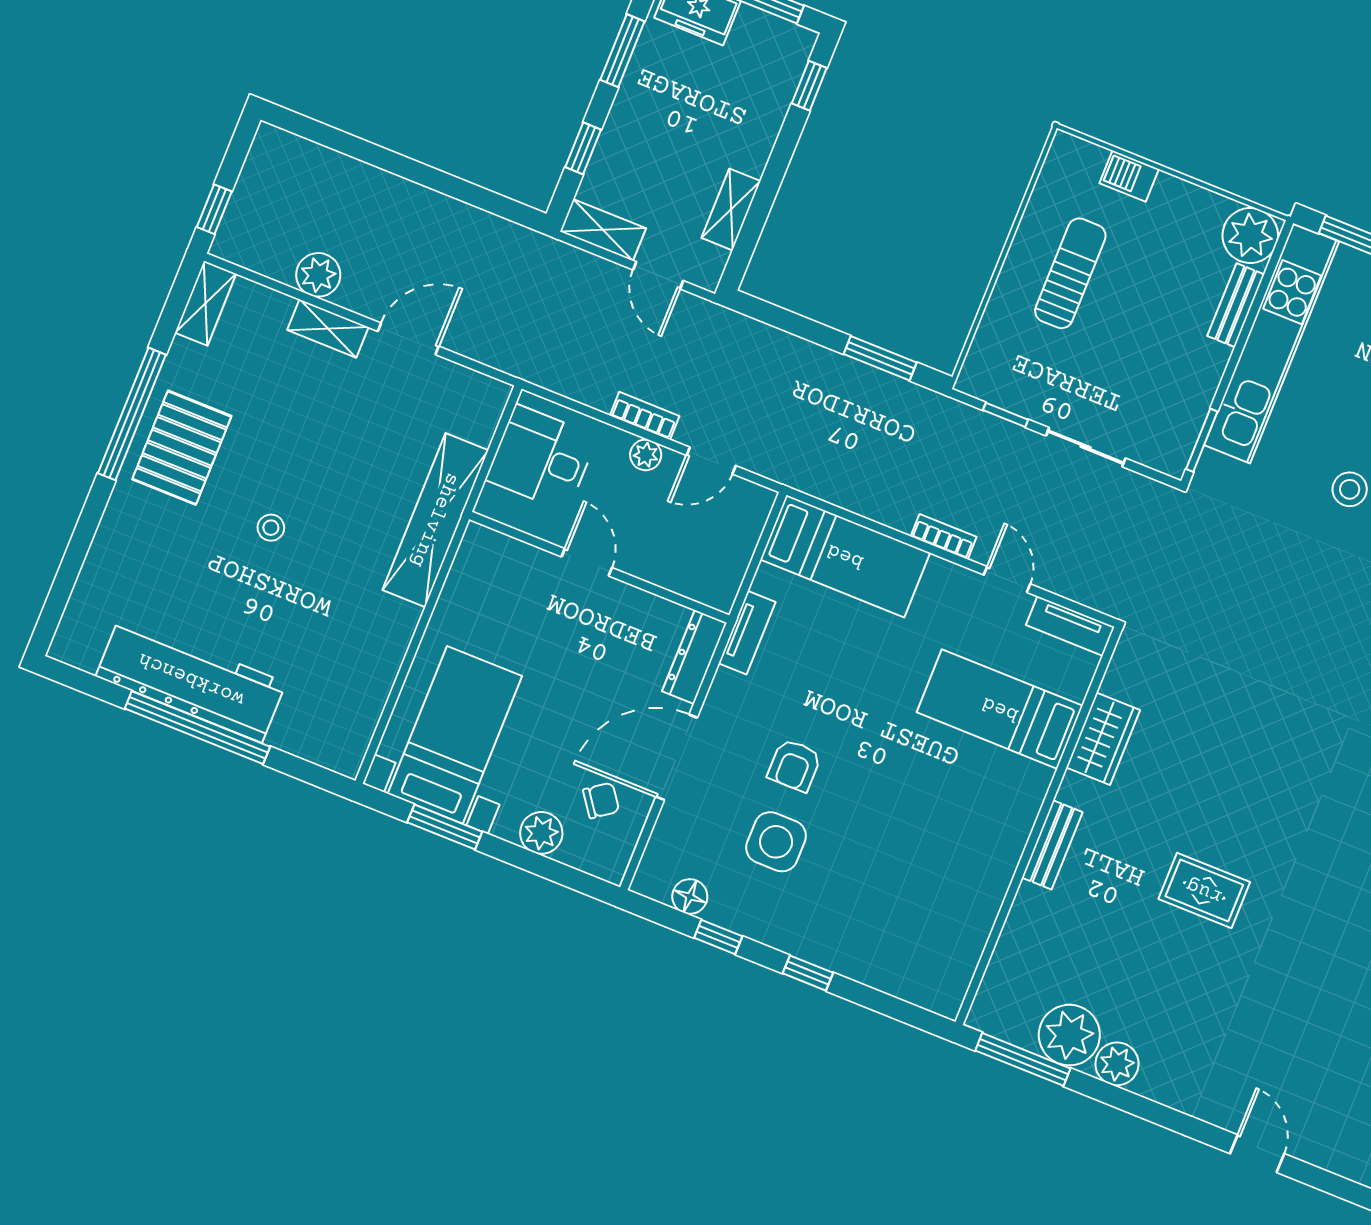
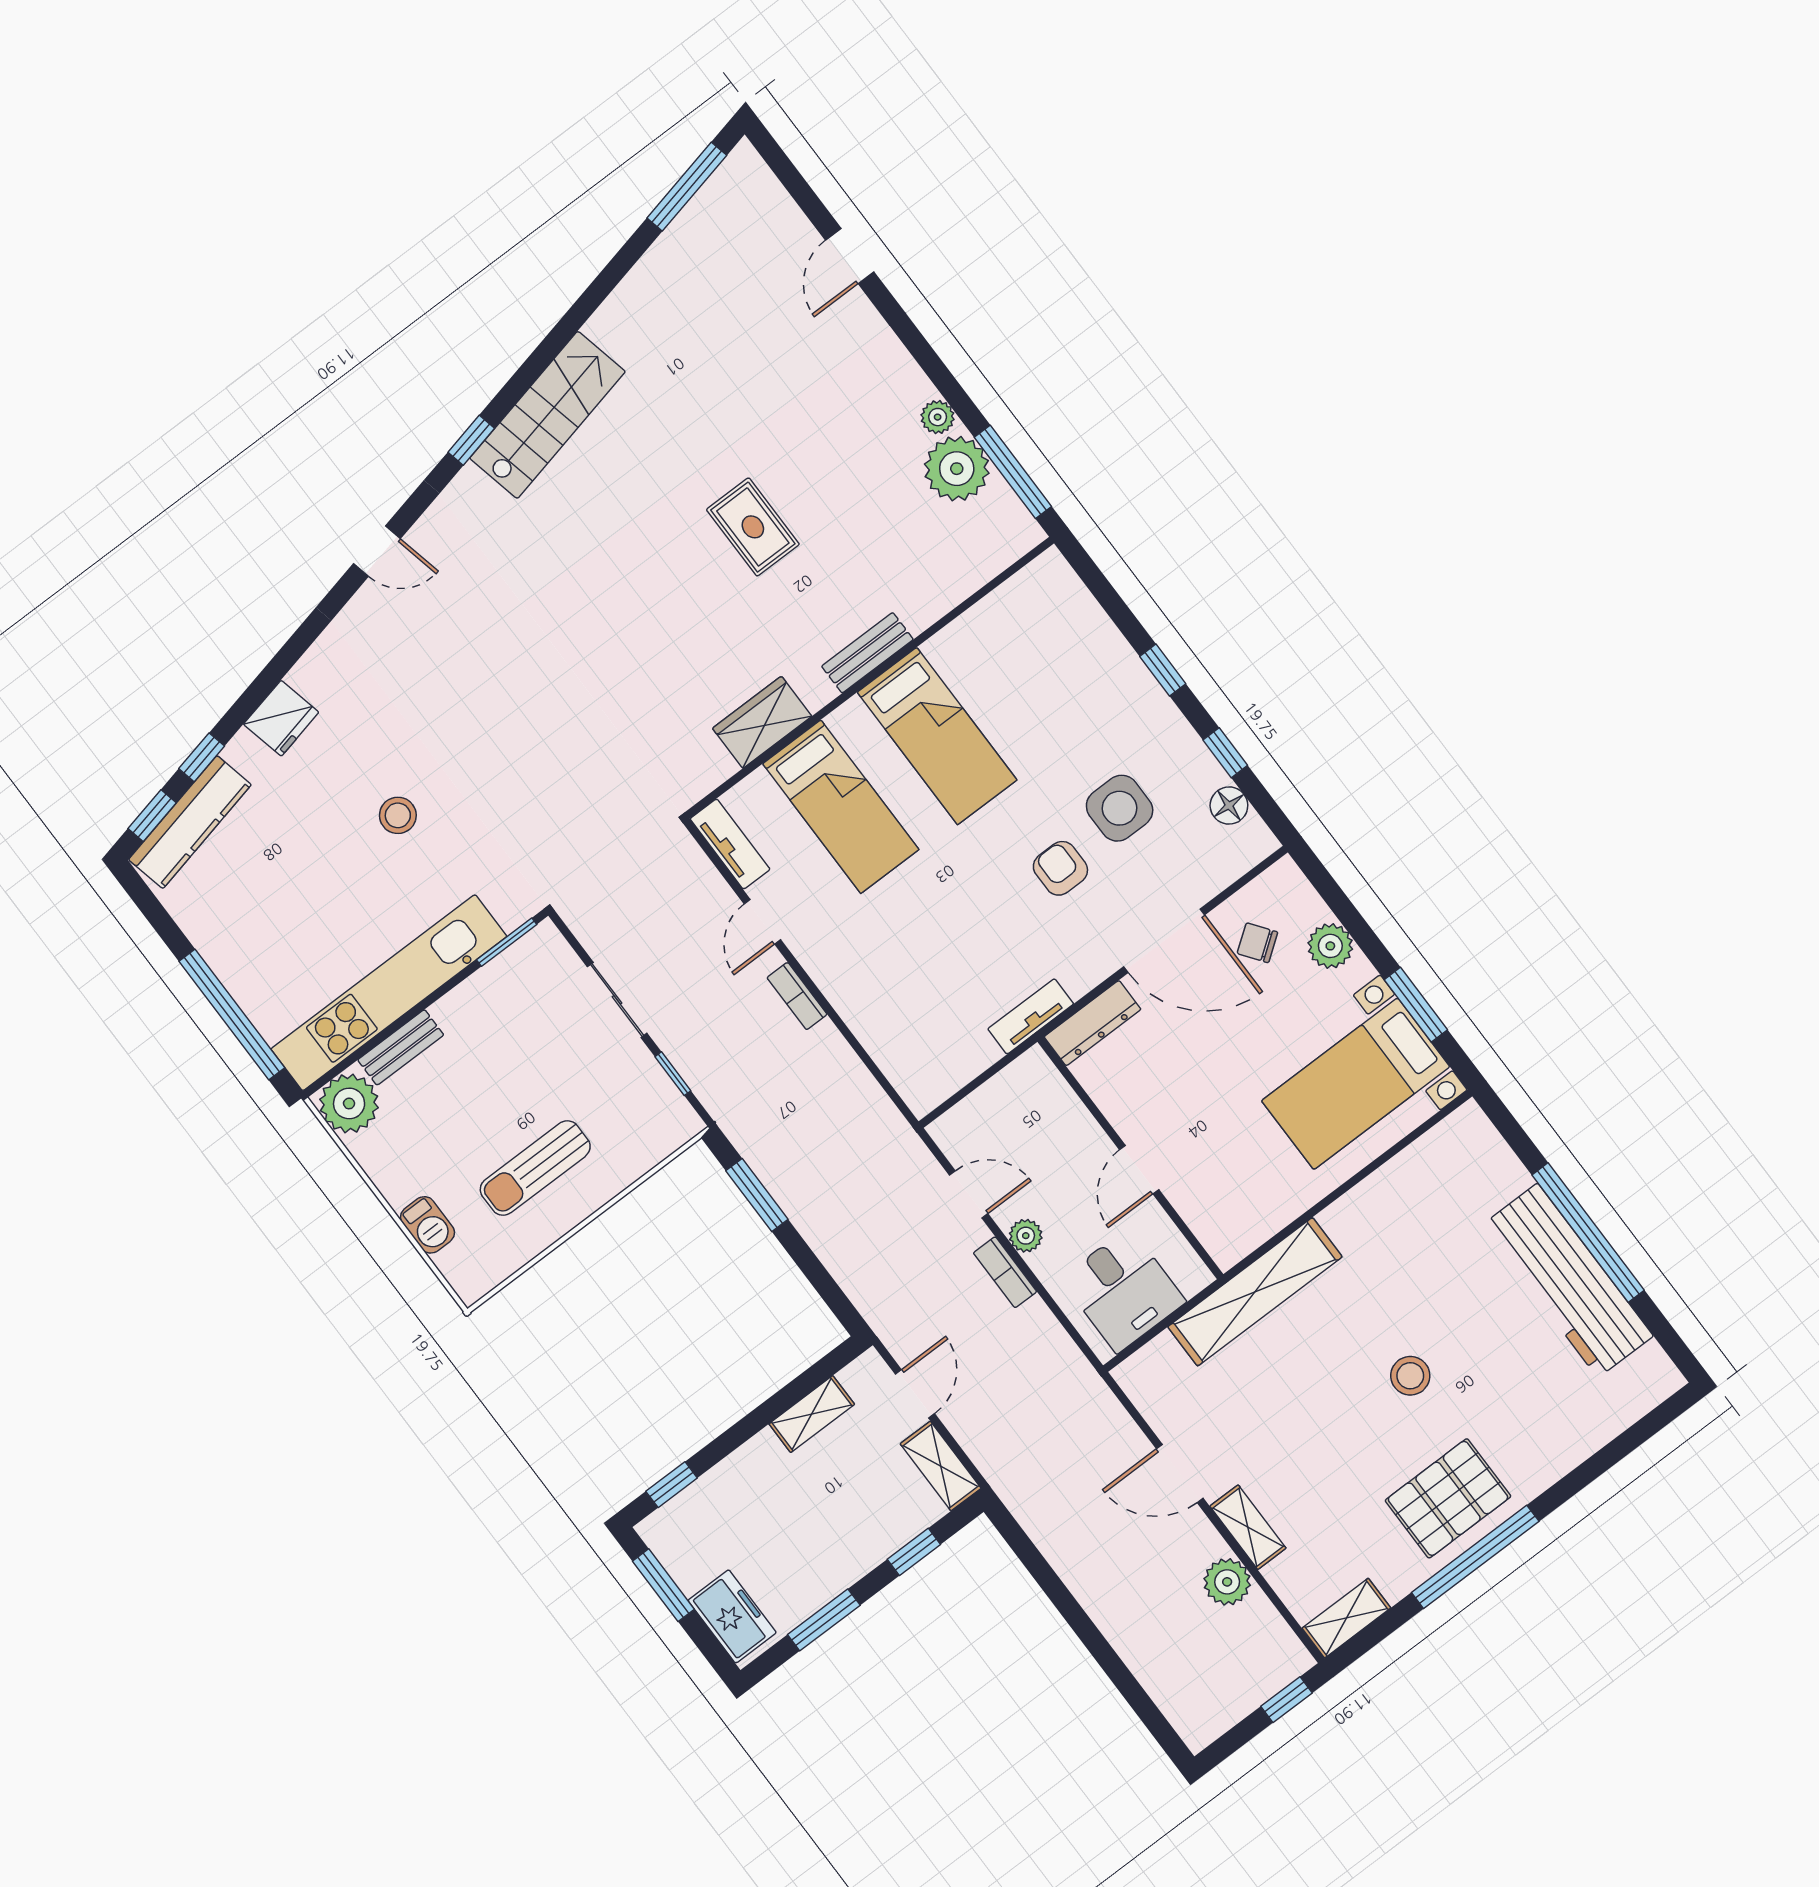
stool: (271, 528) -> (1410, 1376), width x1.37, depth x1.37
bed: (845, 556) -> (937, 736), moved, turned 180
armchair: (794, 765) -> (1060, 868), turned -90
plant: (1117, 1064) -> (938, 417), width x0.73, depth x0.73

